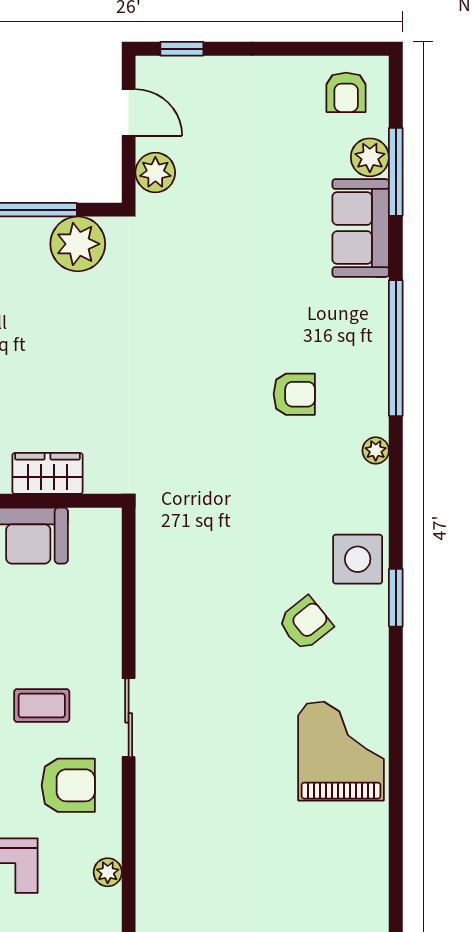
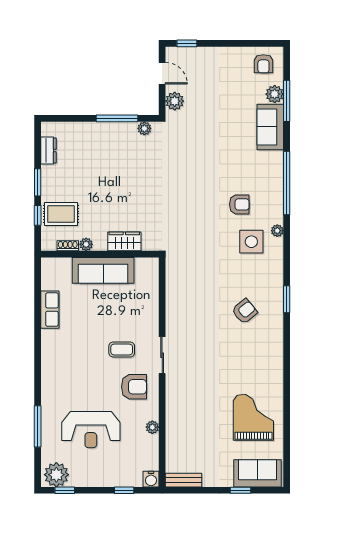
plant: (78, 244) -> (144, 128), width x0.53, depth x0.53
side table: (358, 559) -> (251, 242), moved
grand piano: (341, 751) -> (253, 417), moved

